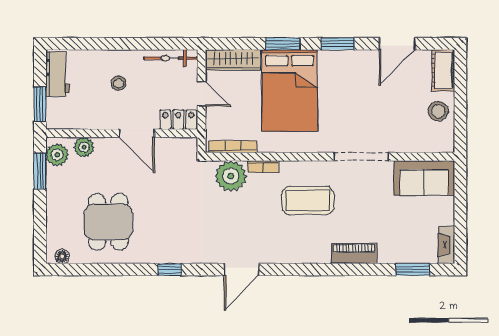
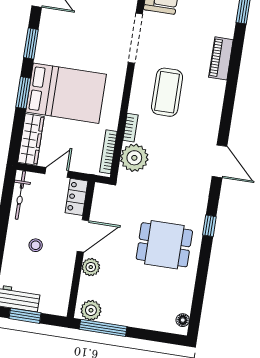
window: (40, 104) -> (25, 316), moved
plant: (84, 147) -> (91, 267), moved
window: (40, 171) -> (103, 328), width x1.44
dining table: (108, 222) -> (164, 245), moved

